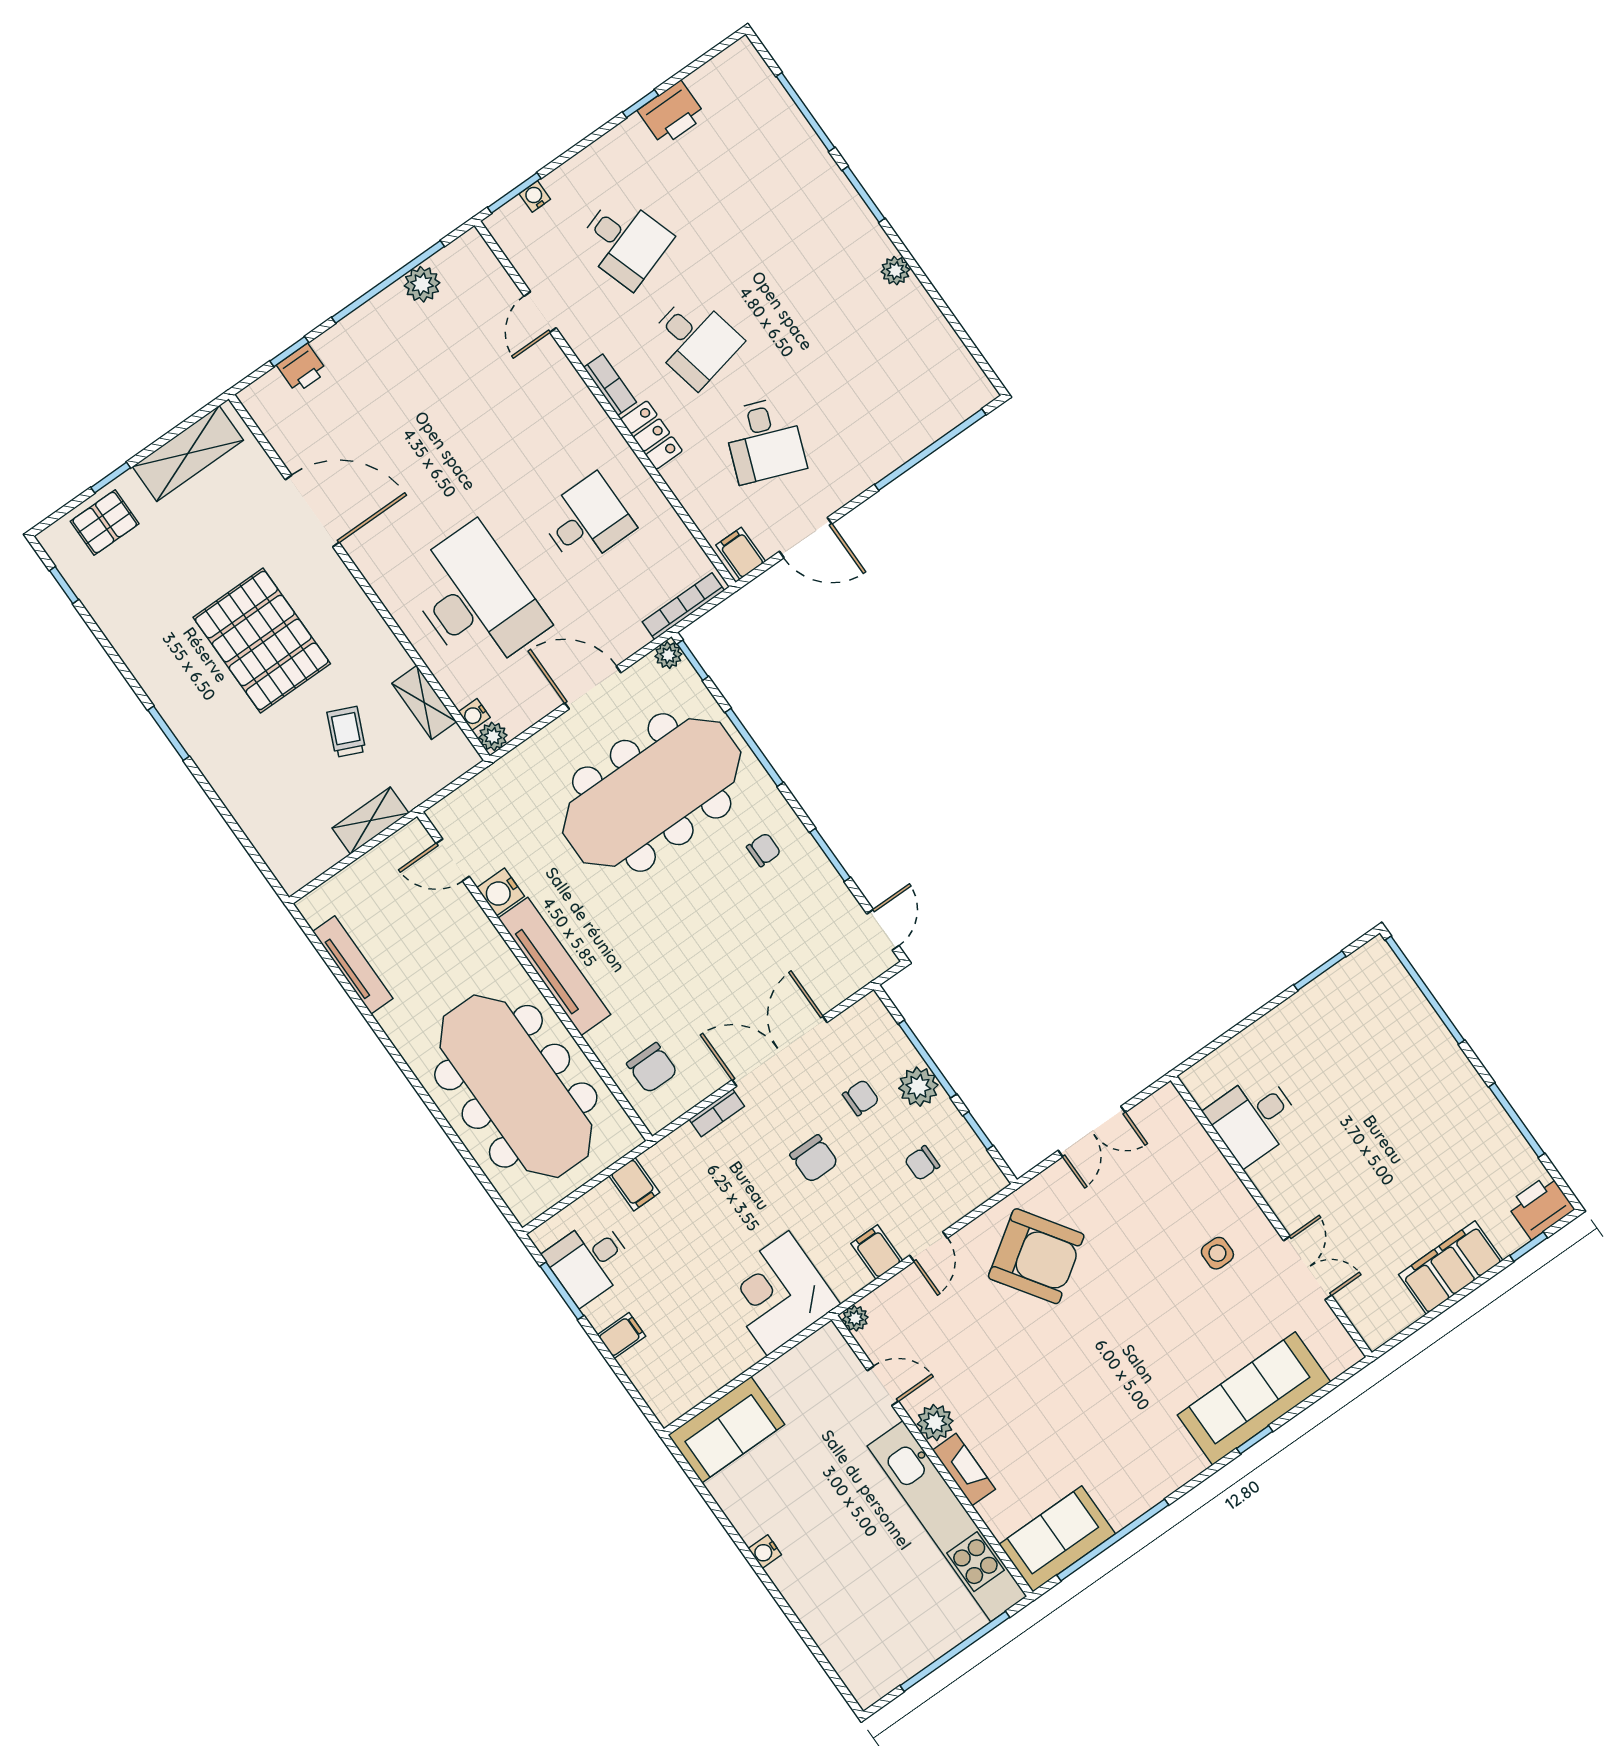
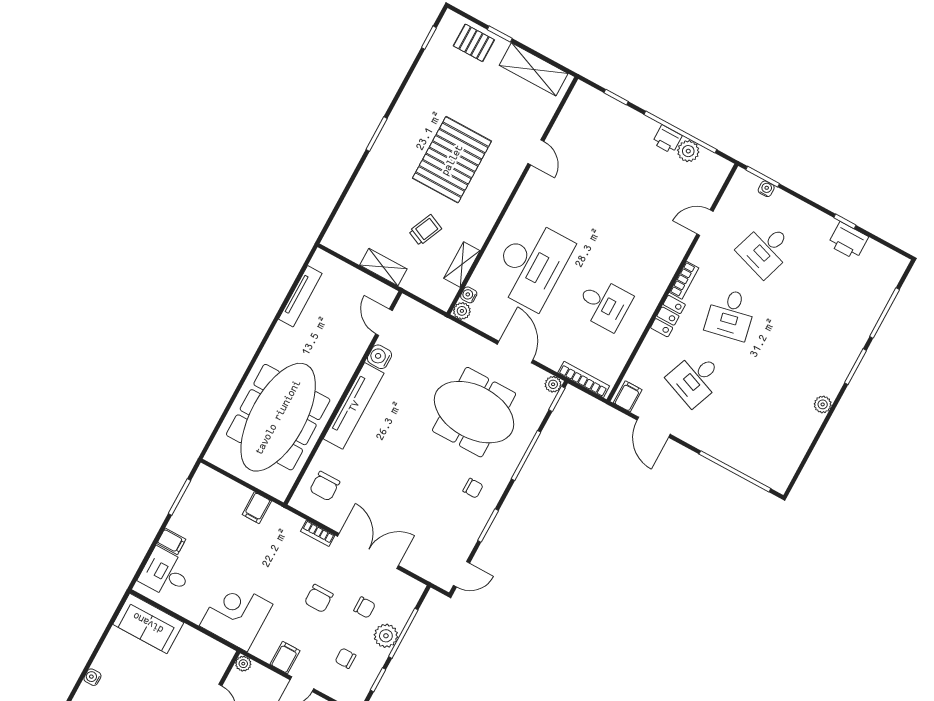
desk: (624, 242) -> (766, 250), turned 36
printer: (302, 368) -> (667, 139), moved
door: (312, 511) -> (536, 152), width x0.53
meeting table: (652, 793) -> (474, 412), width x0.73
desk: (589, 1261) -> (165, 573), moved

